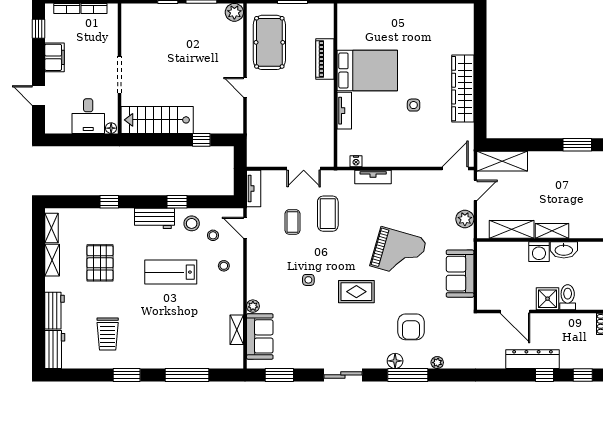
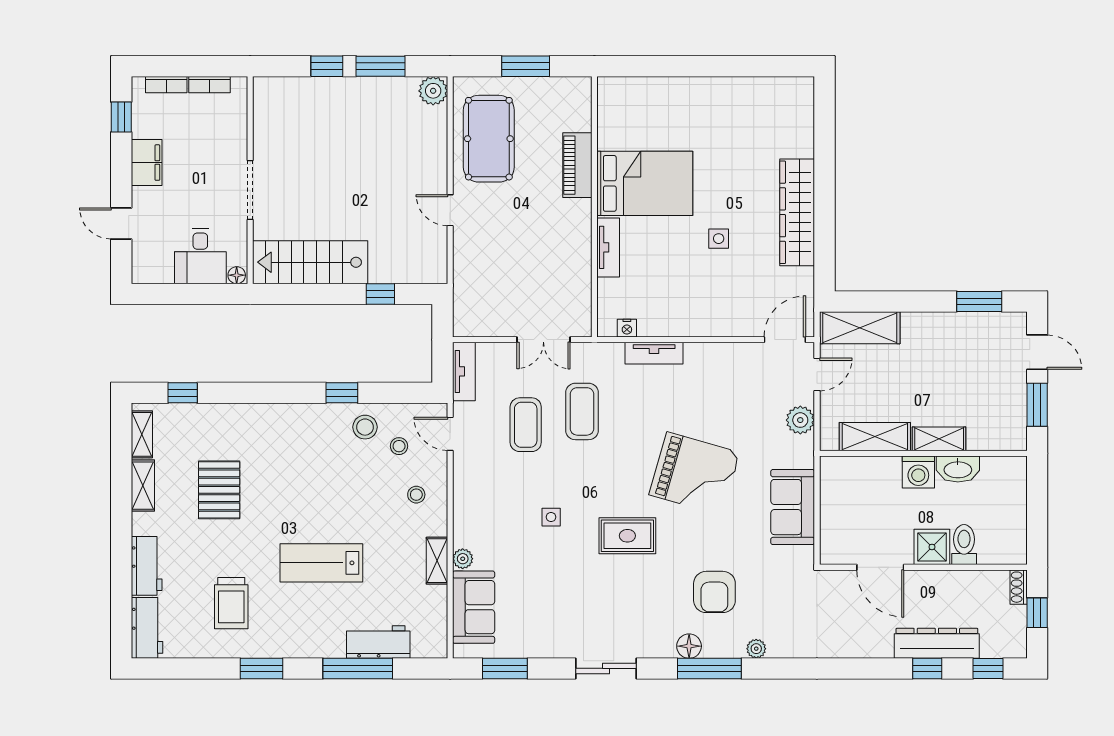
window: (109, 202) -> (183, 393), moved
workbench: (155, 218) -> (378, 642), moved, turned 180
coffee table: (292, 222) -> (526, 425), width x1.36, depth x1.30
lab bench: (171, 272) -> (321, 563), moved
shelving: (237, 330) -> (437, 561), moved
dresser: (533, 359) -> (937, 643), moved

